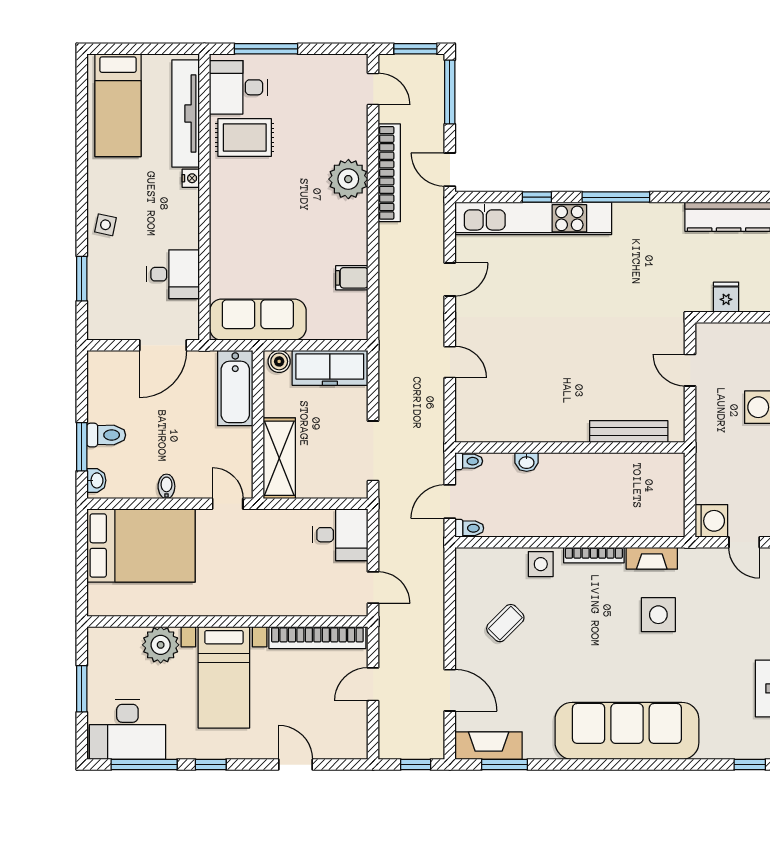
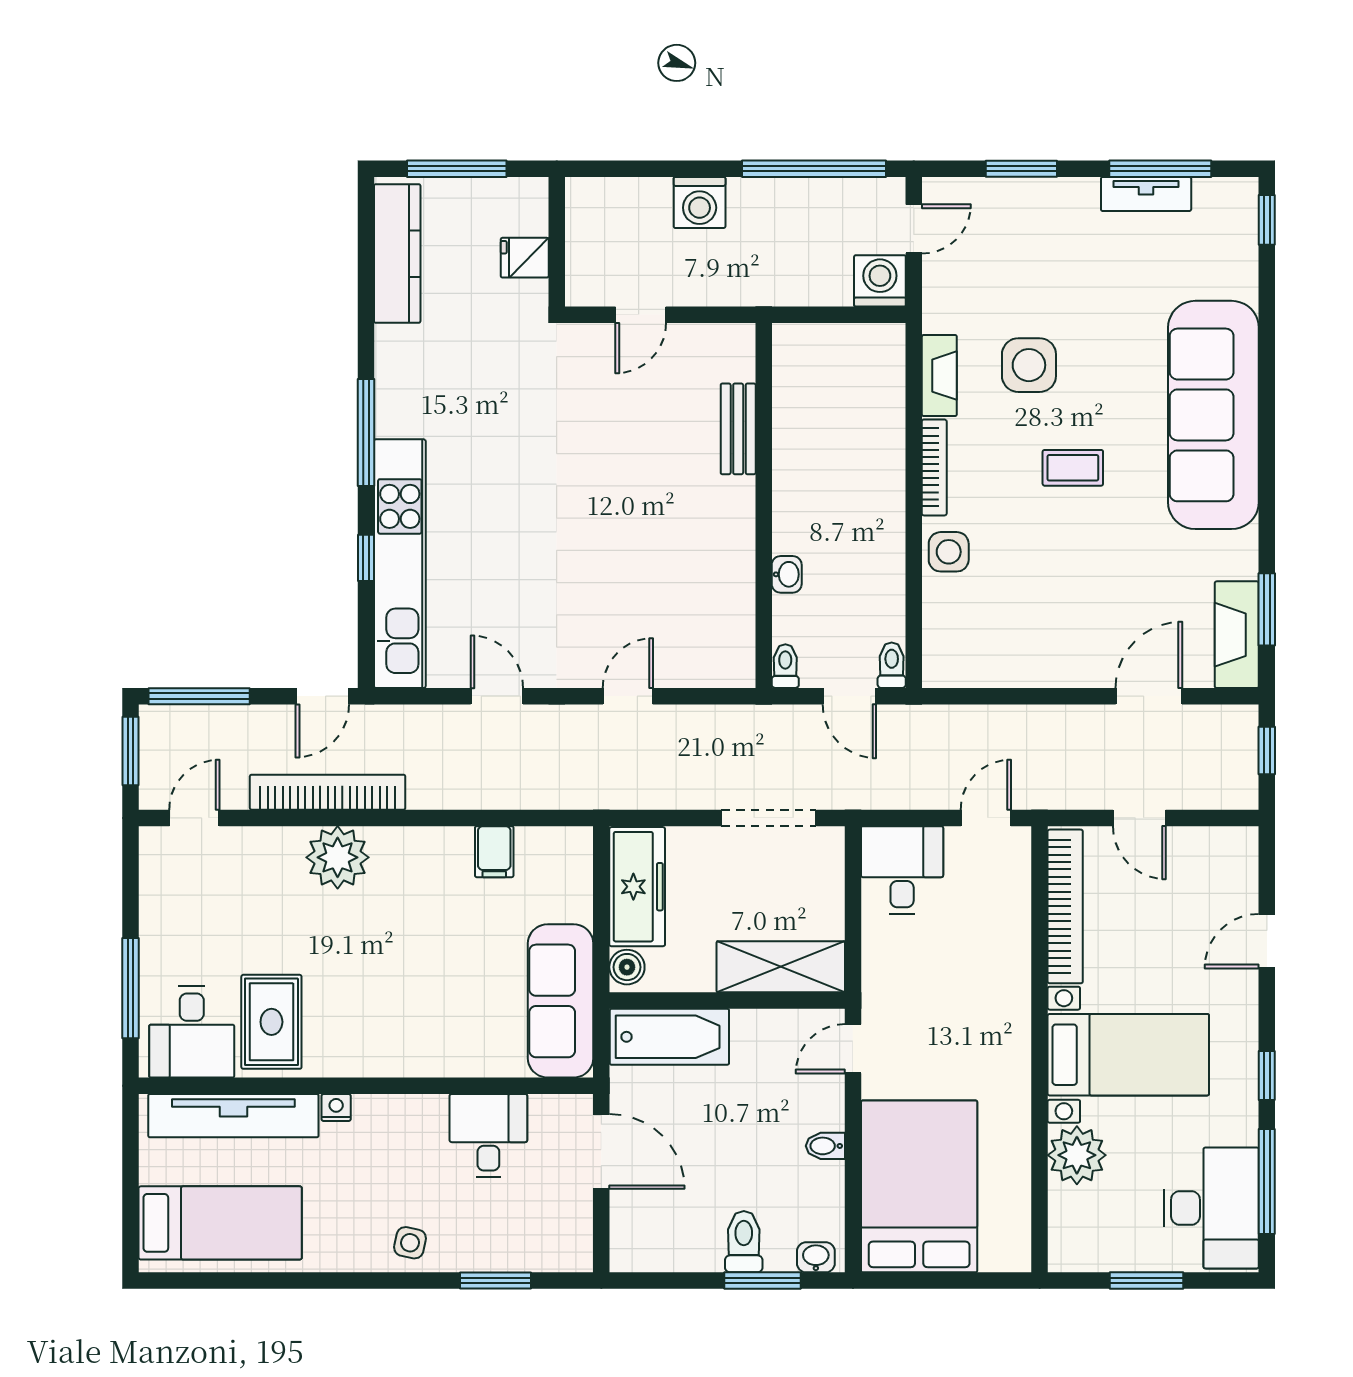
bench: (629, 431) -> (738, 429), width x0.73
coffee table: (505, 623) -> (1073, 468), moved, turned -45

